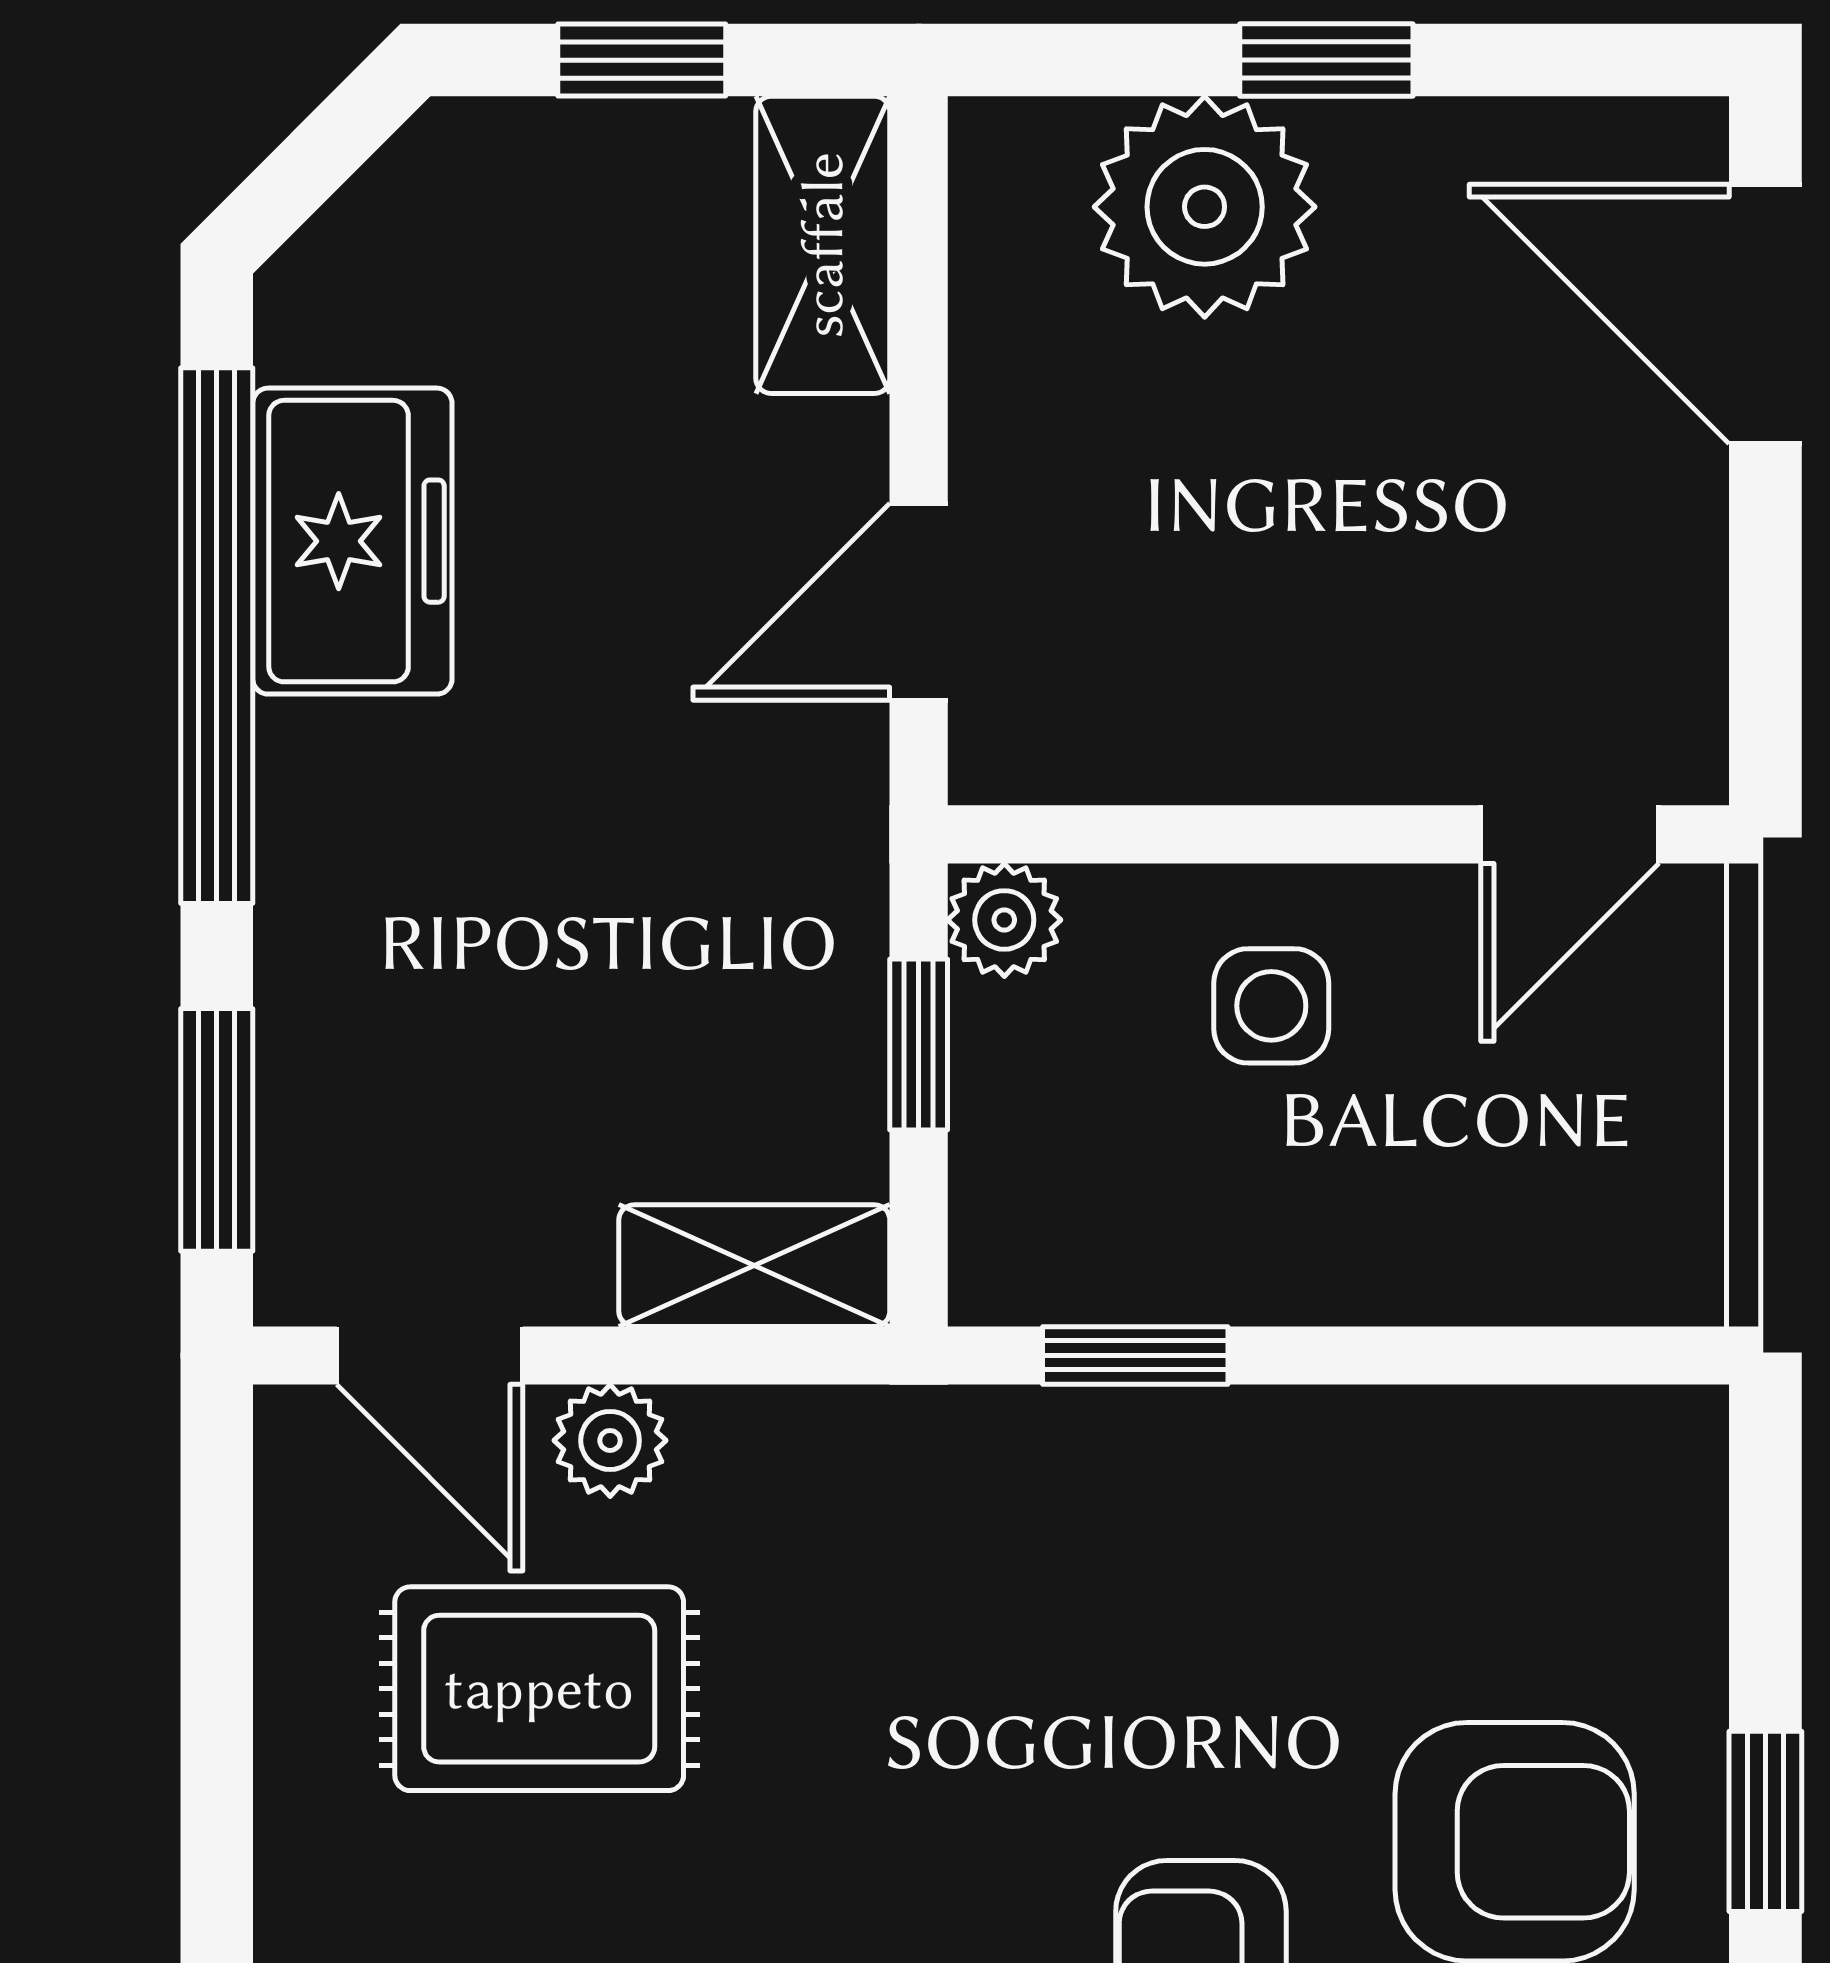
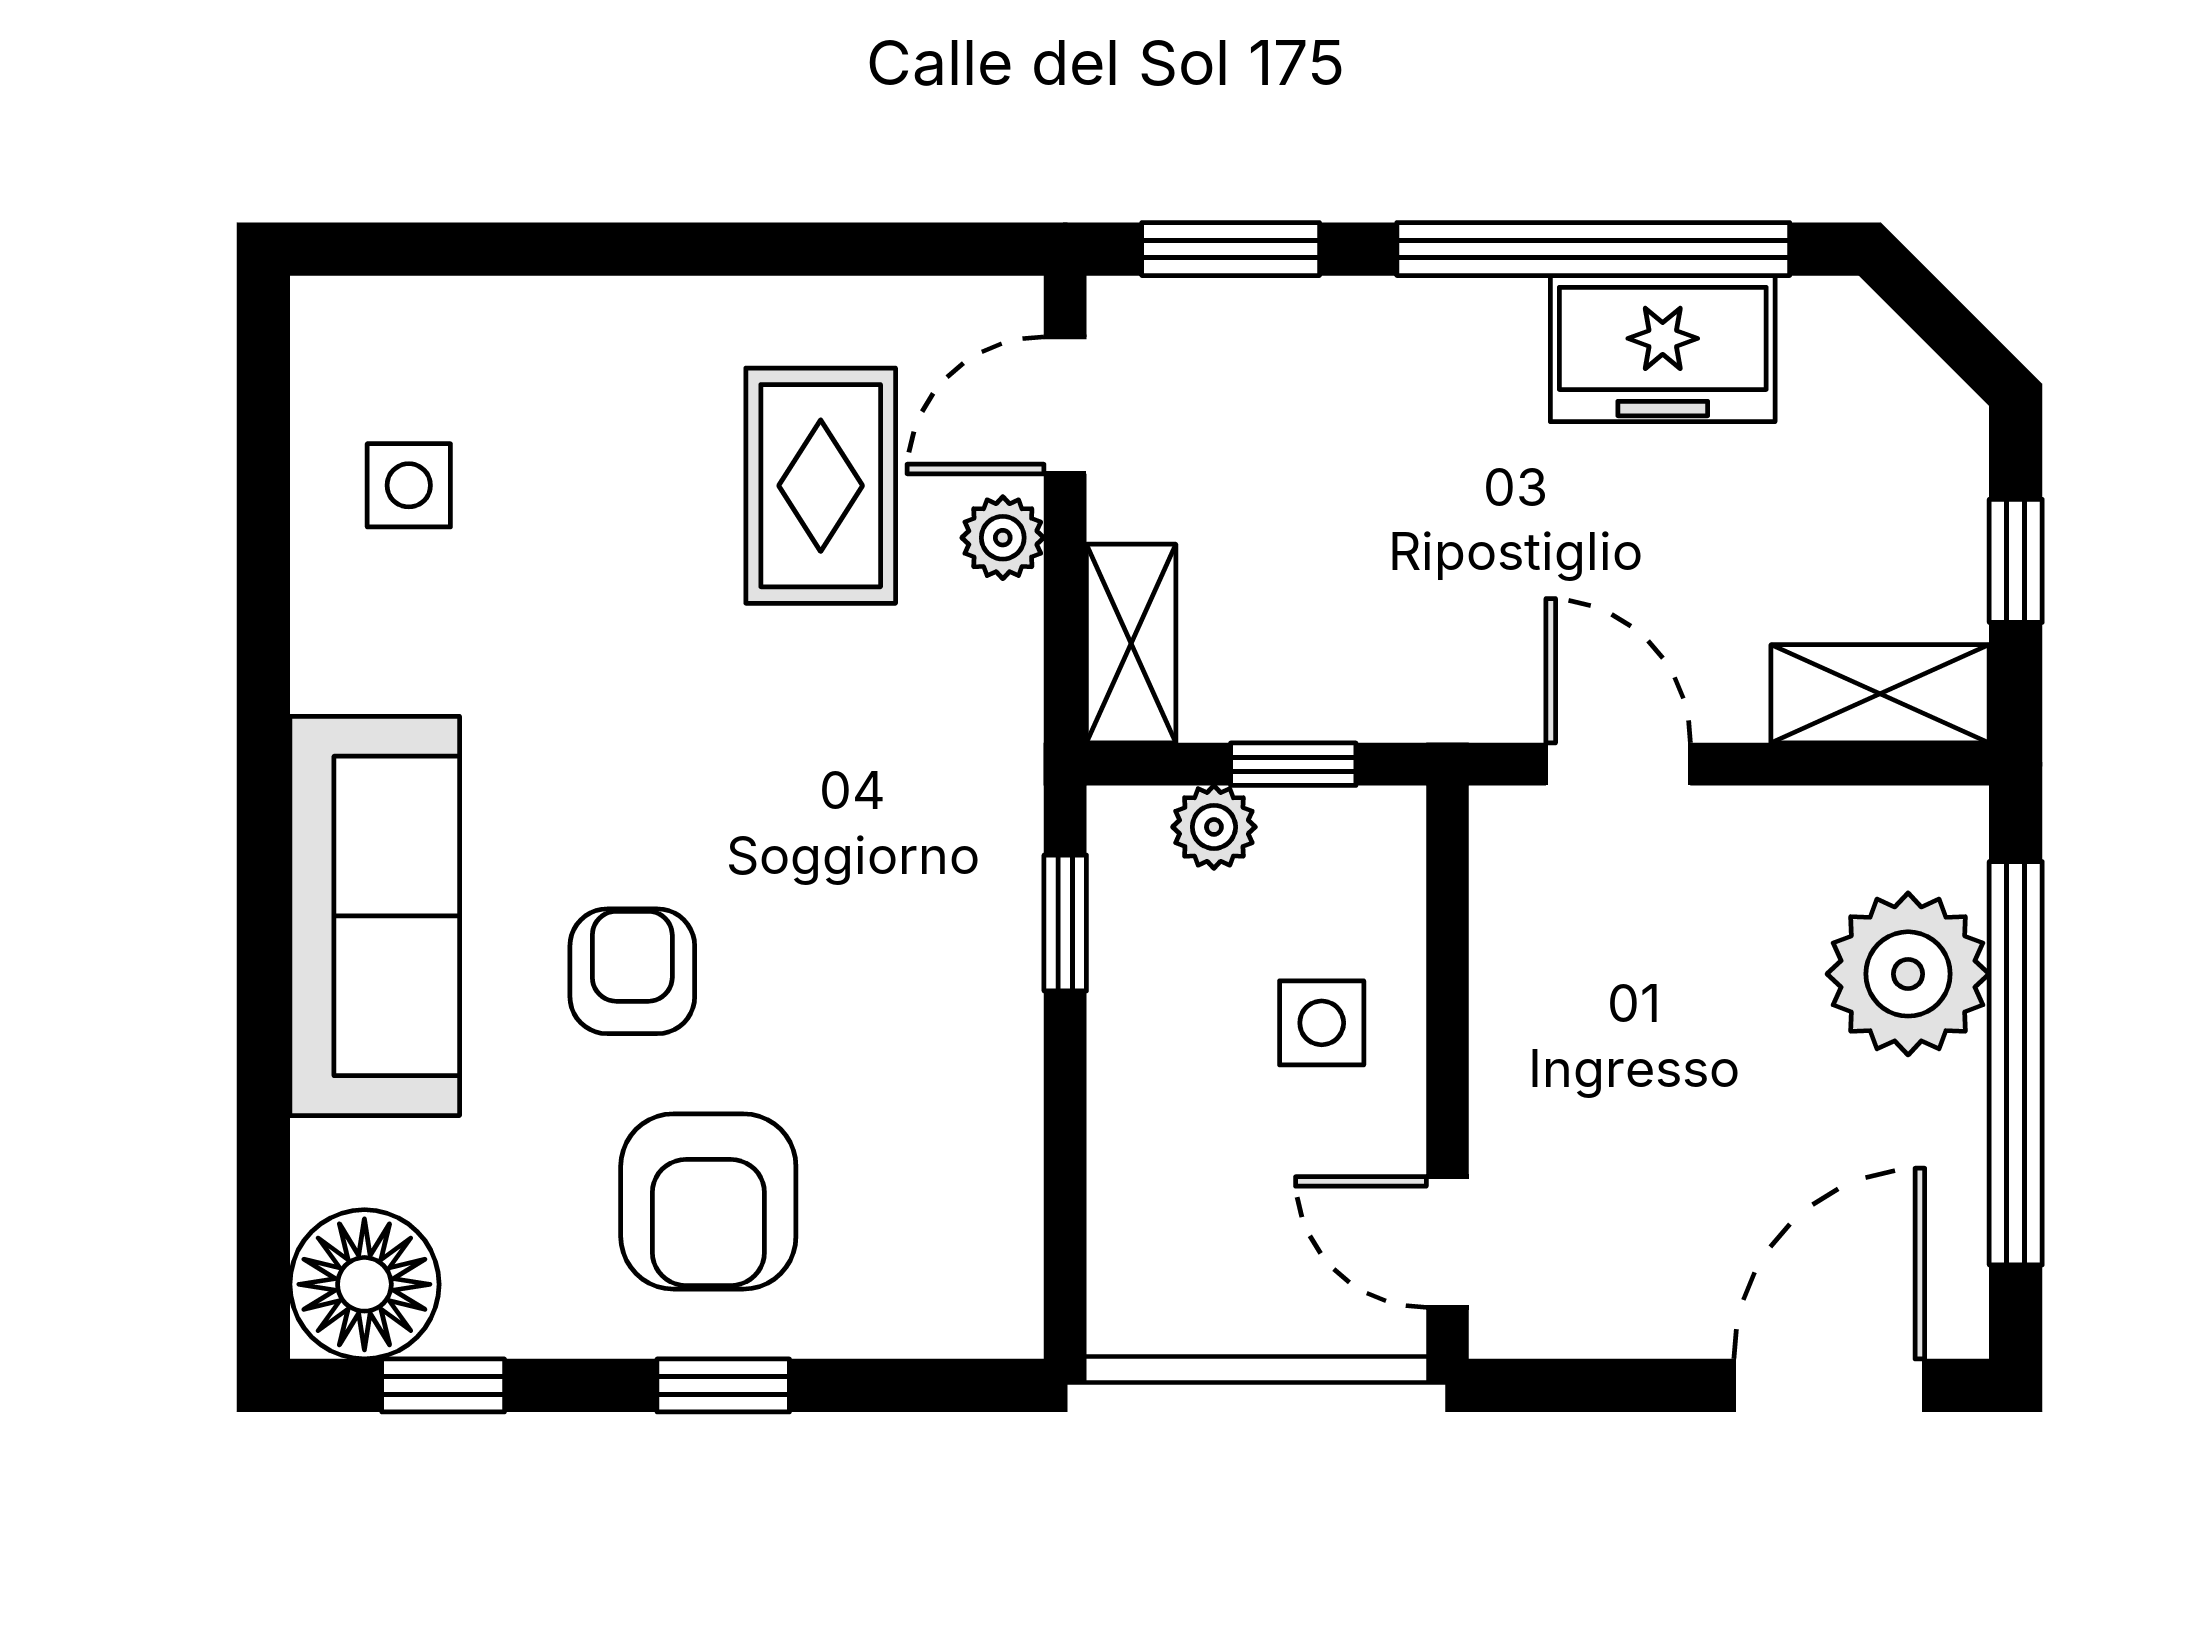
window: (1326, 60) -> (2016, 1063), width x3.17
plant: (1004, 920) -> (1214, 827), moved

